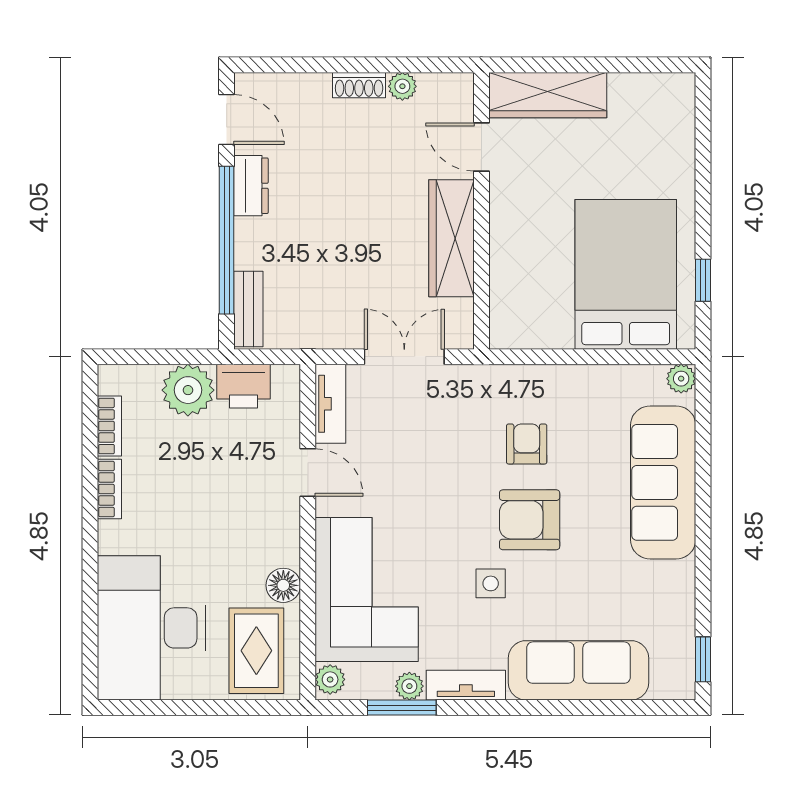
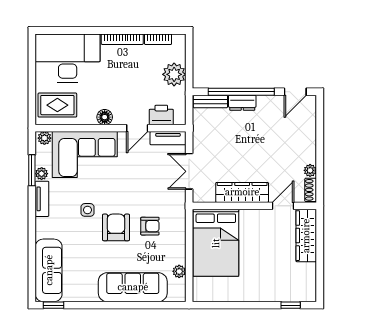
shoe rack: (359, 85) -> (311, 190), moved
dresser: (251, 186) -> (242, 103), moved
bed: (626, 274) -> (216, 243), moved, turned 90
window: (703, 280) -> (291, 305), moved
double door: (404, 357) -> (189, 171), swing flipped
plant: (681, 379) -> (179, 271), moved
printer: (244, 386) -> (161, 115), moved, turned 90
bookcase: (109, 489) -> (122, 39), width x1.56
floor lamp: (283, 585) -> (105, 117), moved
sofa: (578, 670) -> (49, 270), moved

